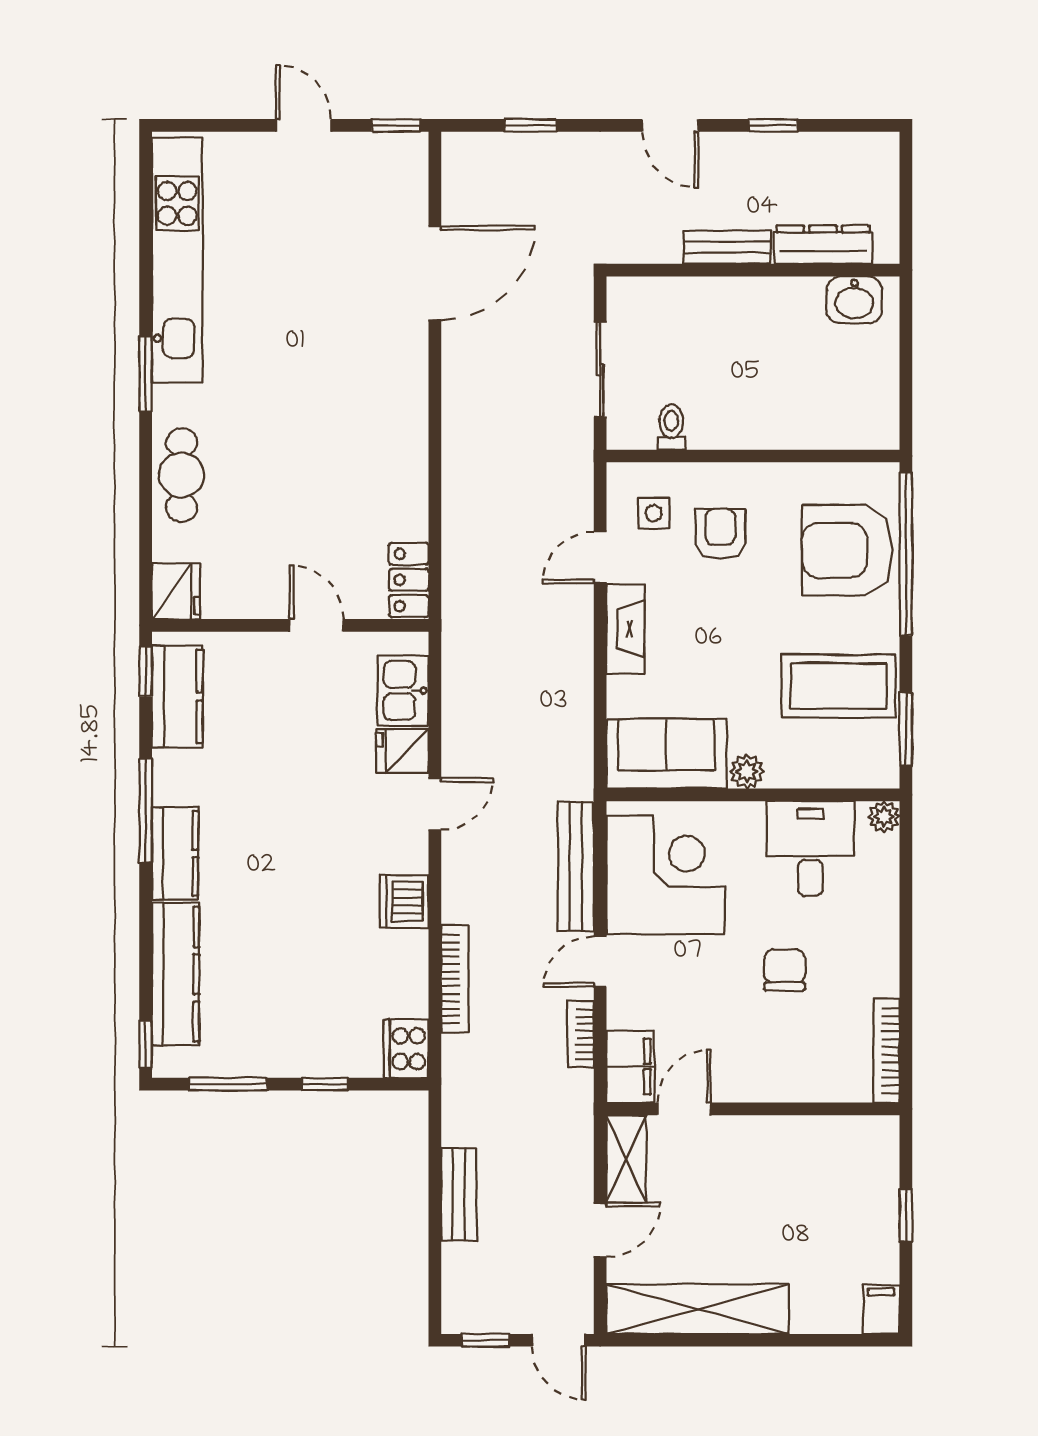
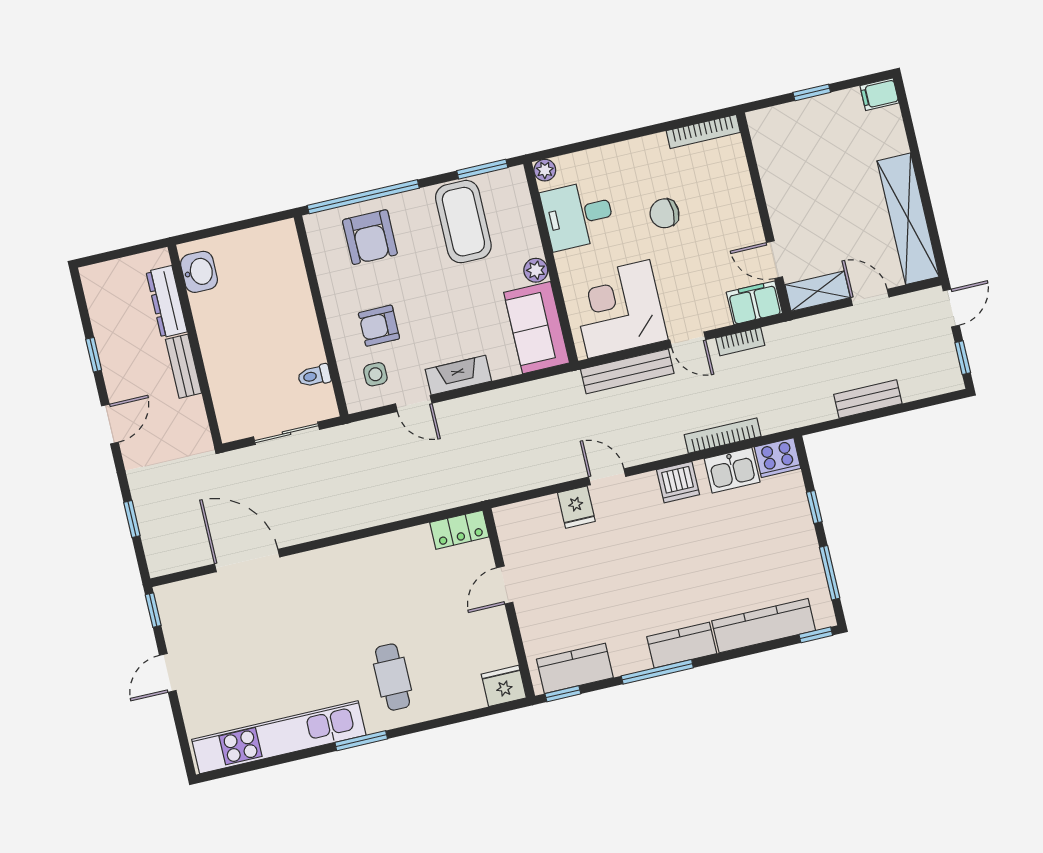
cafe table: (182, 475) -> (393, 677), moved, turned 90
armchair: (847, 550) -> (370, 237), width x0.73, depth x0.73
kitchen sink: (403, 691) -> (732, 470), moved

